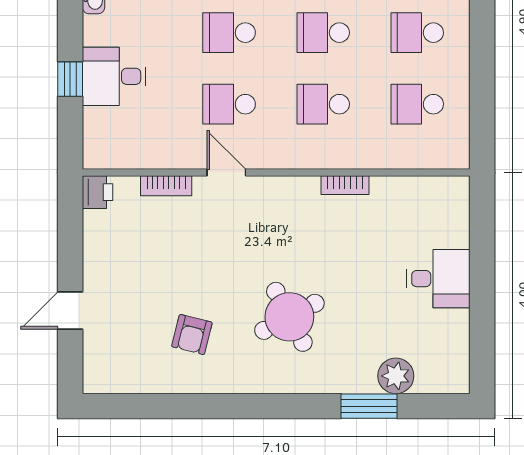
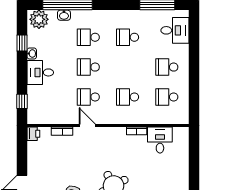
school desk: (323, 33) -> (128, 67), removed
desk: (114, 76) -> (40, 72), moved
window: (70, 79) -> (22, 101), moved
desk: (438, 279) -> (160, 140), moved, turned -90

